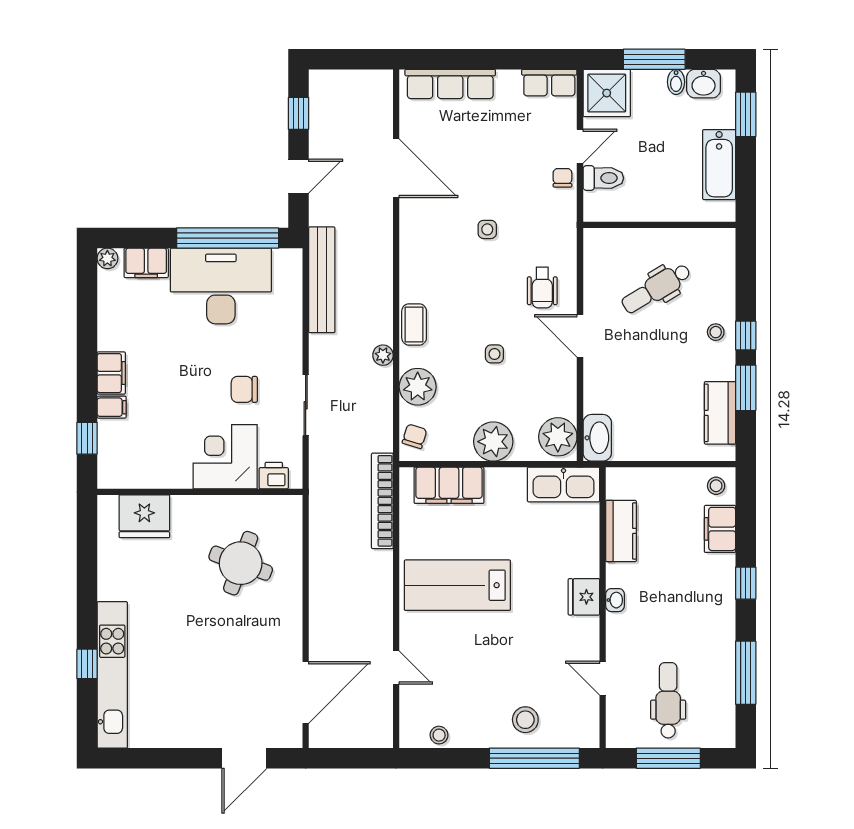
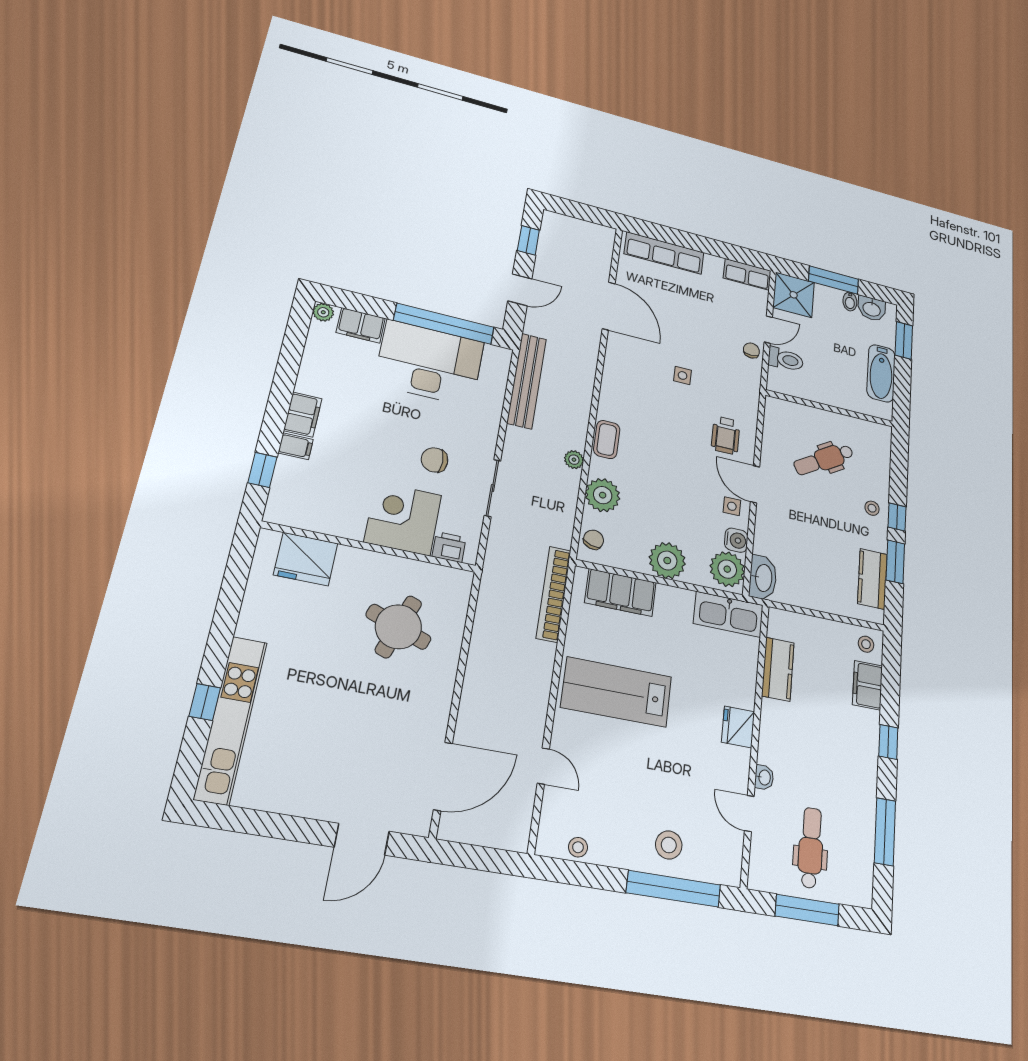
side table: (494, 354) -> (732, 506), moved
water cooler: (565, 403) -> (736, 540), added
washbasin: (615, 600) -> (764, 777), moved

